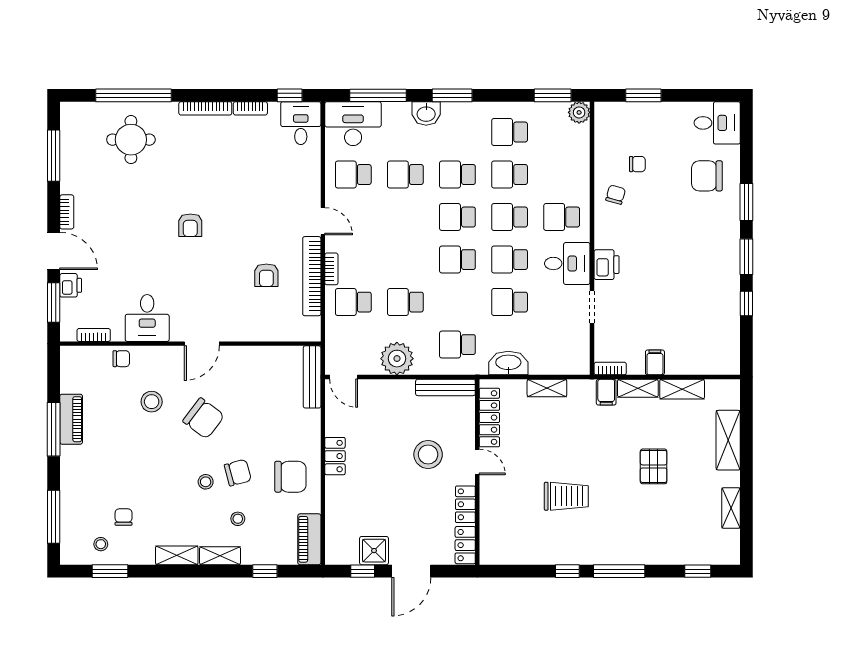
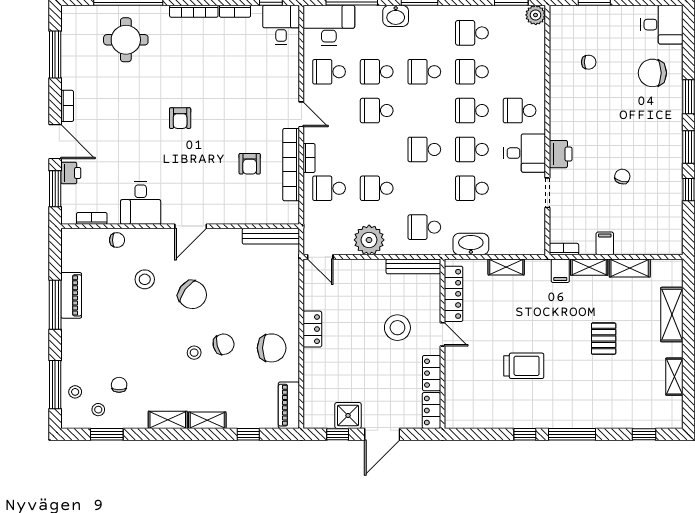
chair: (616, 195) -> (622, 177), moved
school desk: (457, 217) -> (377, 111), moved
bench: (312, 377) -> (271, 236), moved, turned 90
stool: (238, 519) -> (75, 392), moved

